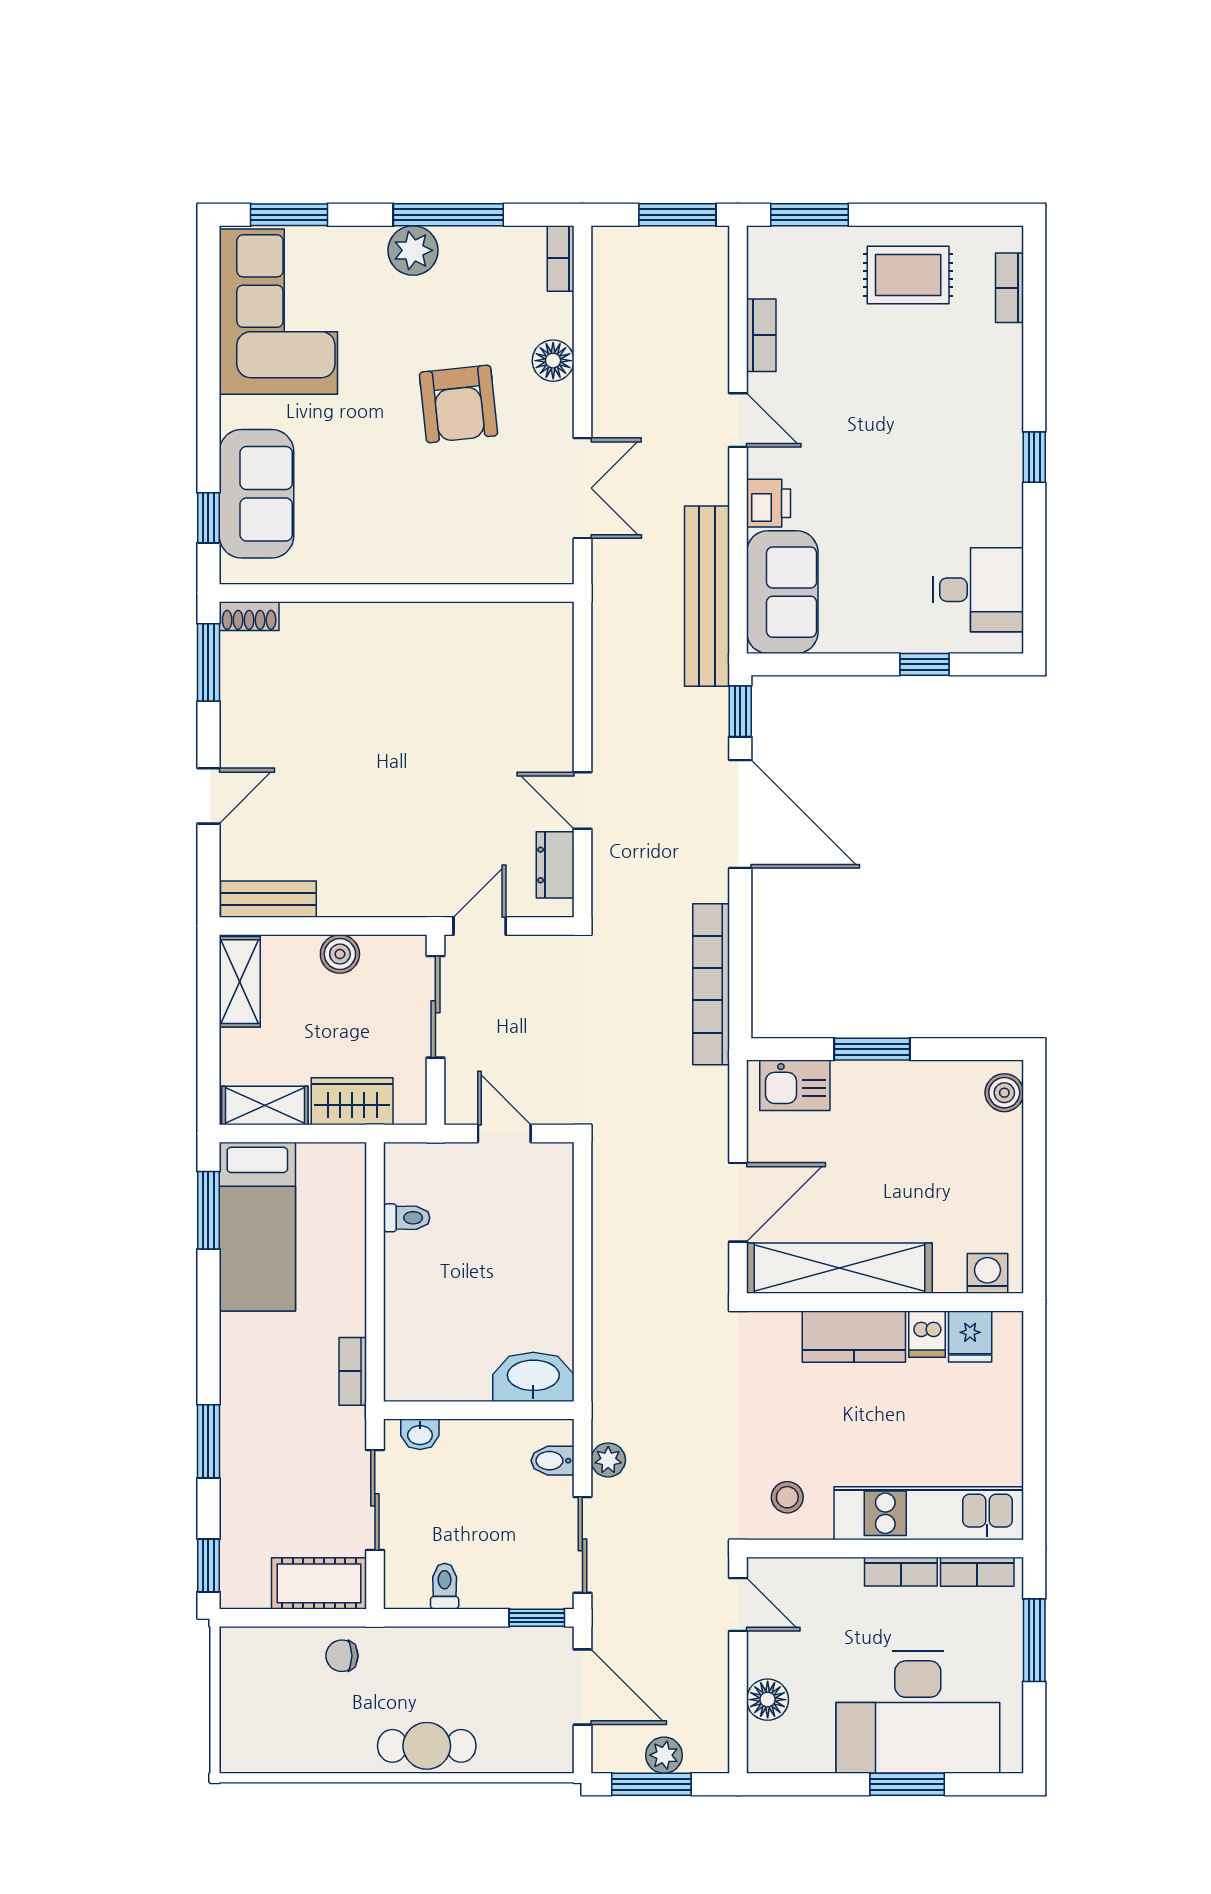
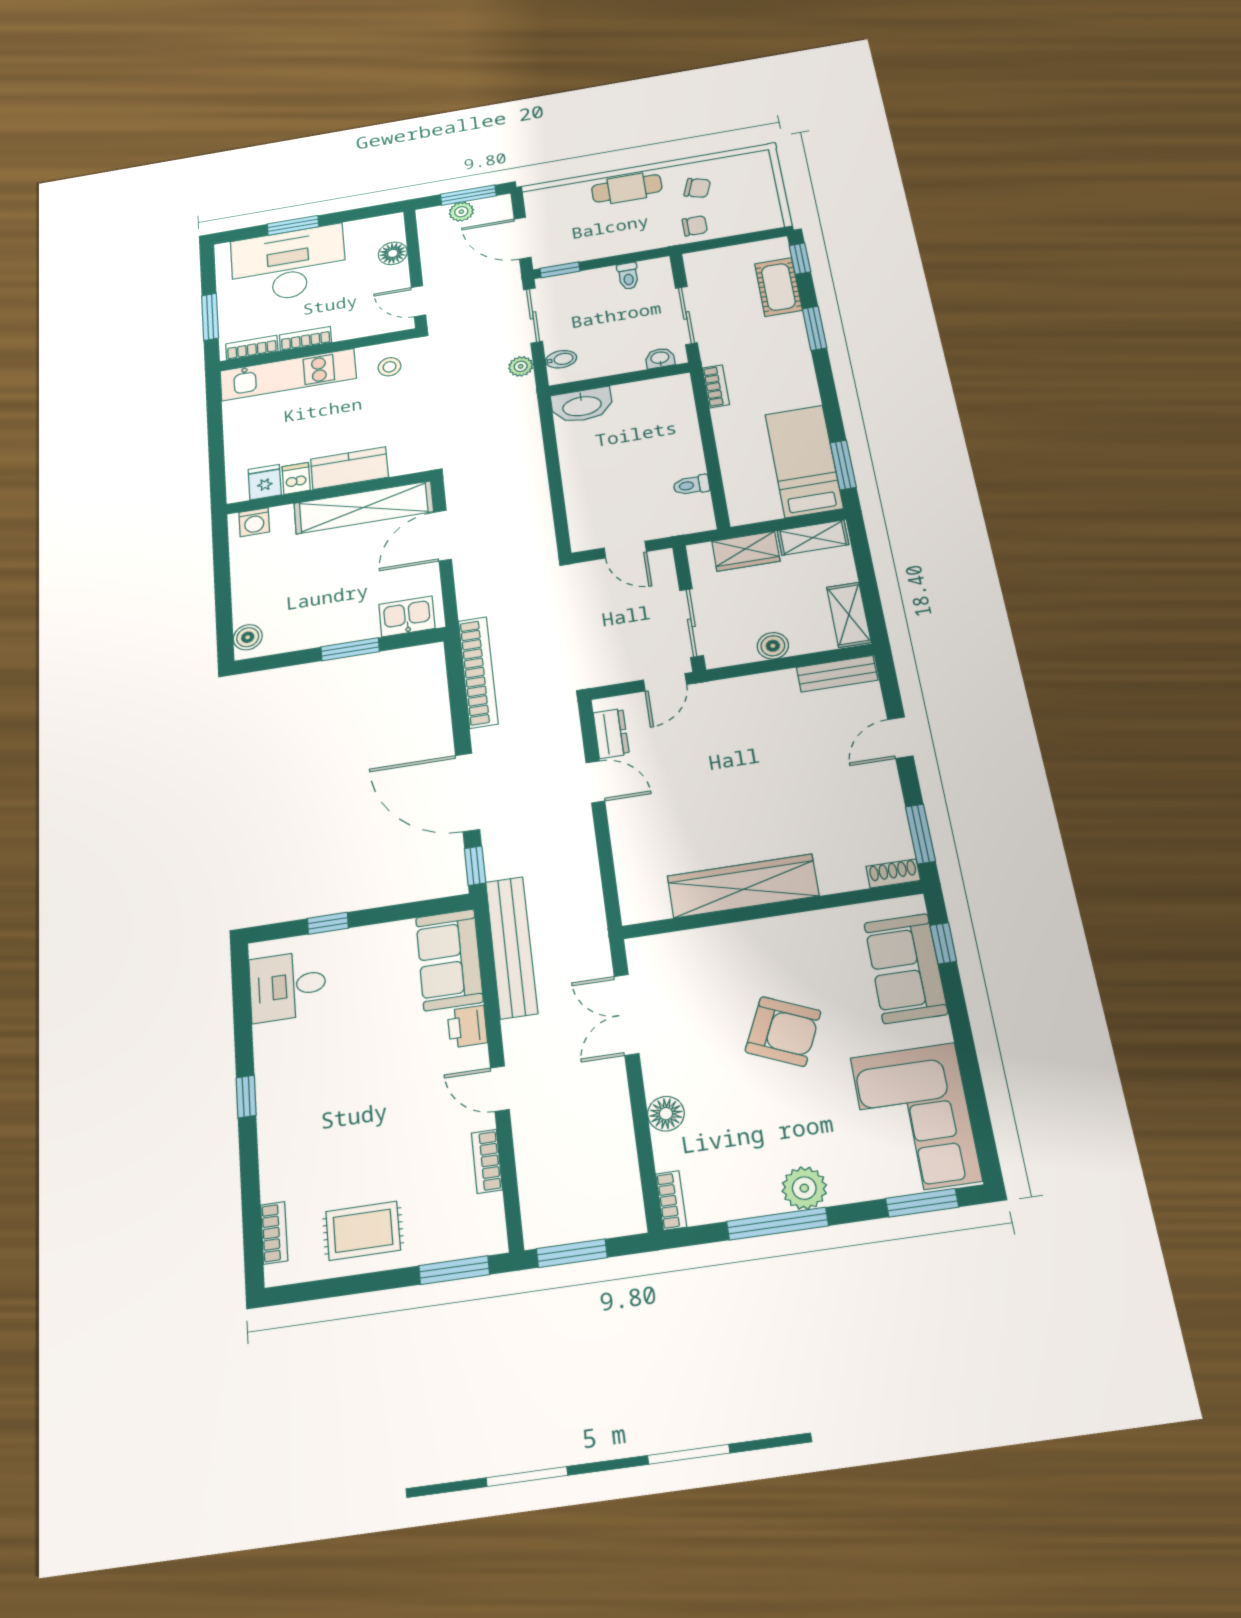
armchair: (459, 404) -> (783, 1031), moved, turned 120
wardrobe: (425, 630) -> (743, 886), added
cot: (319, 1583) -> (778, 287), moved, turned 90
chair: (329, 1724) -> (697, 188), added

